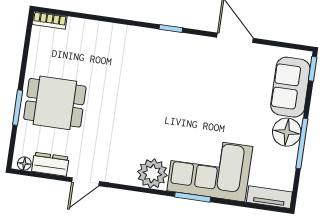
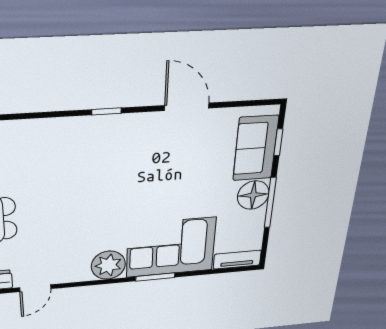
window: (313, 69) -> (278, 142), moved

